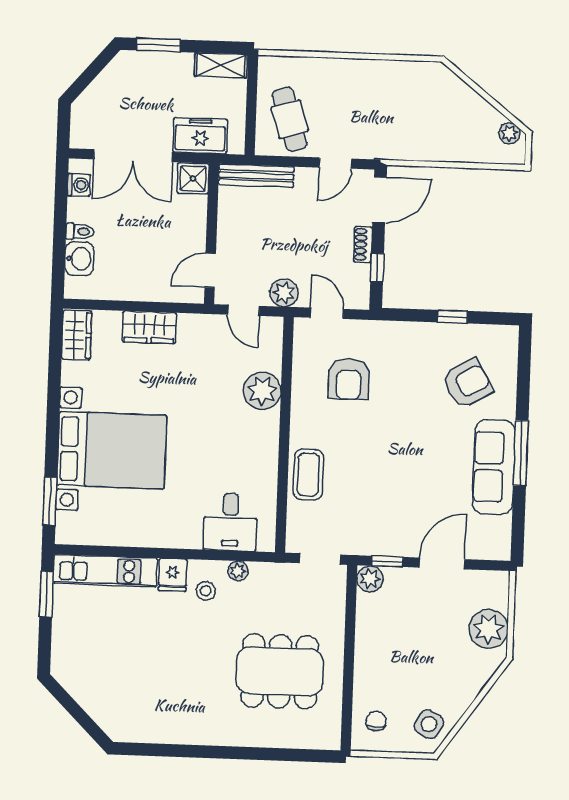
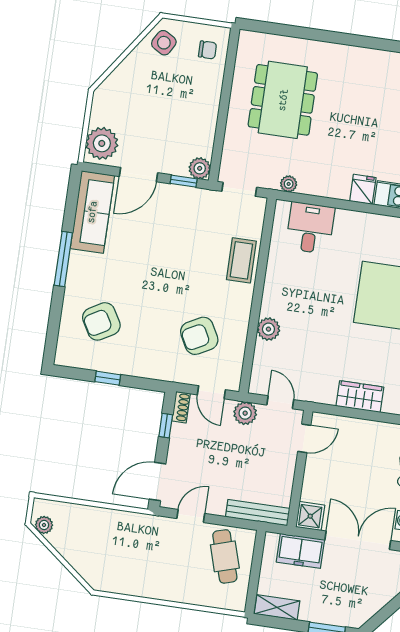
shoe rack: (363, 244) -> (181, 407), moved
armchair: (349, 379) -> (199, 336), turned -118
plant: (262, 391) -> (268, 329), width x0.73, depth x0.73
sofa: (494, 467) -> (92, 212), moved
plant: (238, 571) -> (289, 184), moved
stool: (206, 591) -> (337, 173), removed
plant: (489, 629) -> (102, 143), moved
dining table: (280, 671) -> (283, 100), turned 90
chair: (376, 721) -> (208, 50), turned -90

